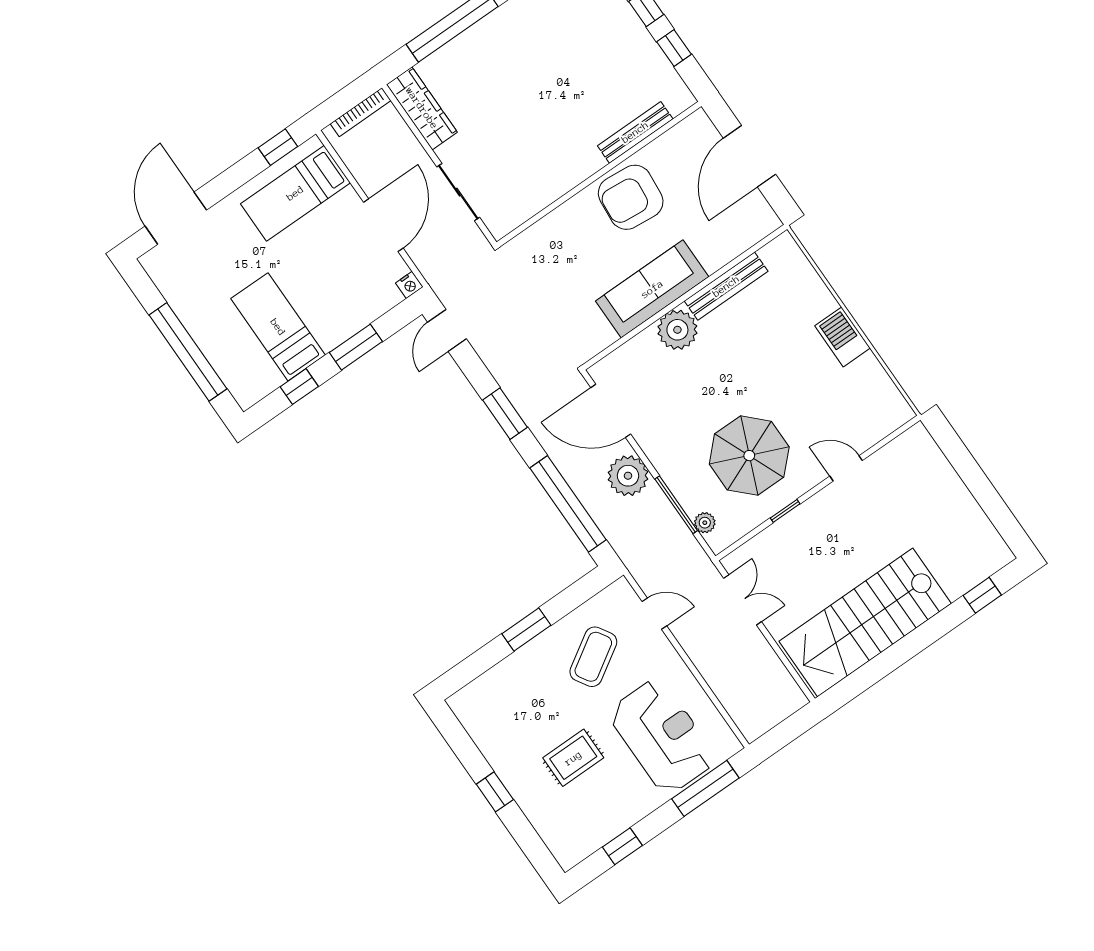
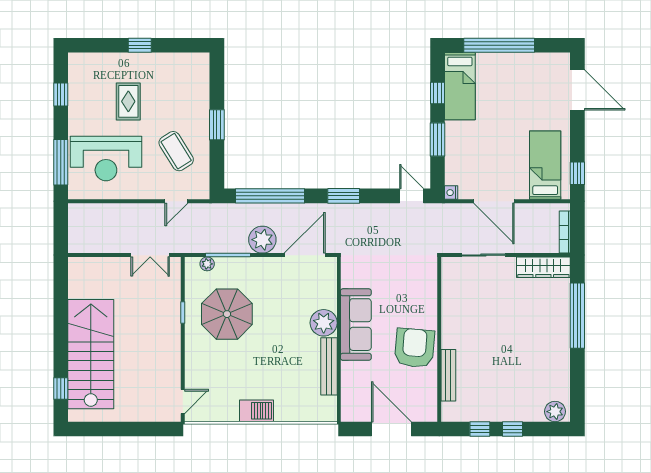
bed: (278, 327) -> (460, 86), moved, turned 90
door: (846, 468) -> (183, 401), moved
stairs: (865, 622) -> (91, 354), moved

